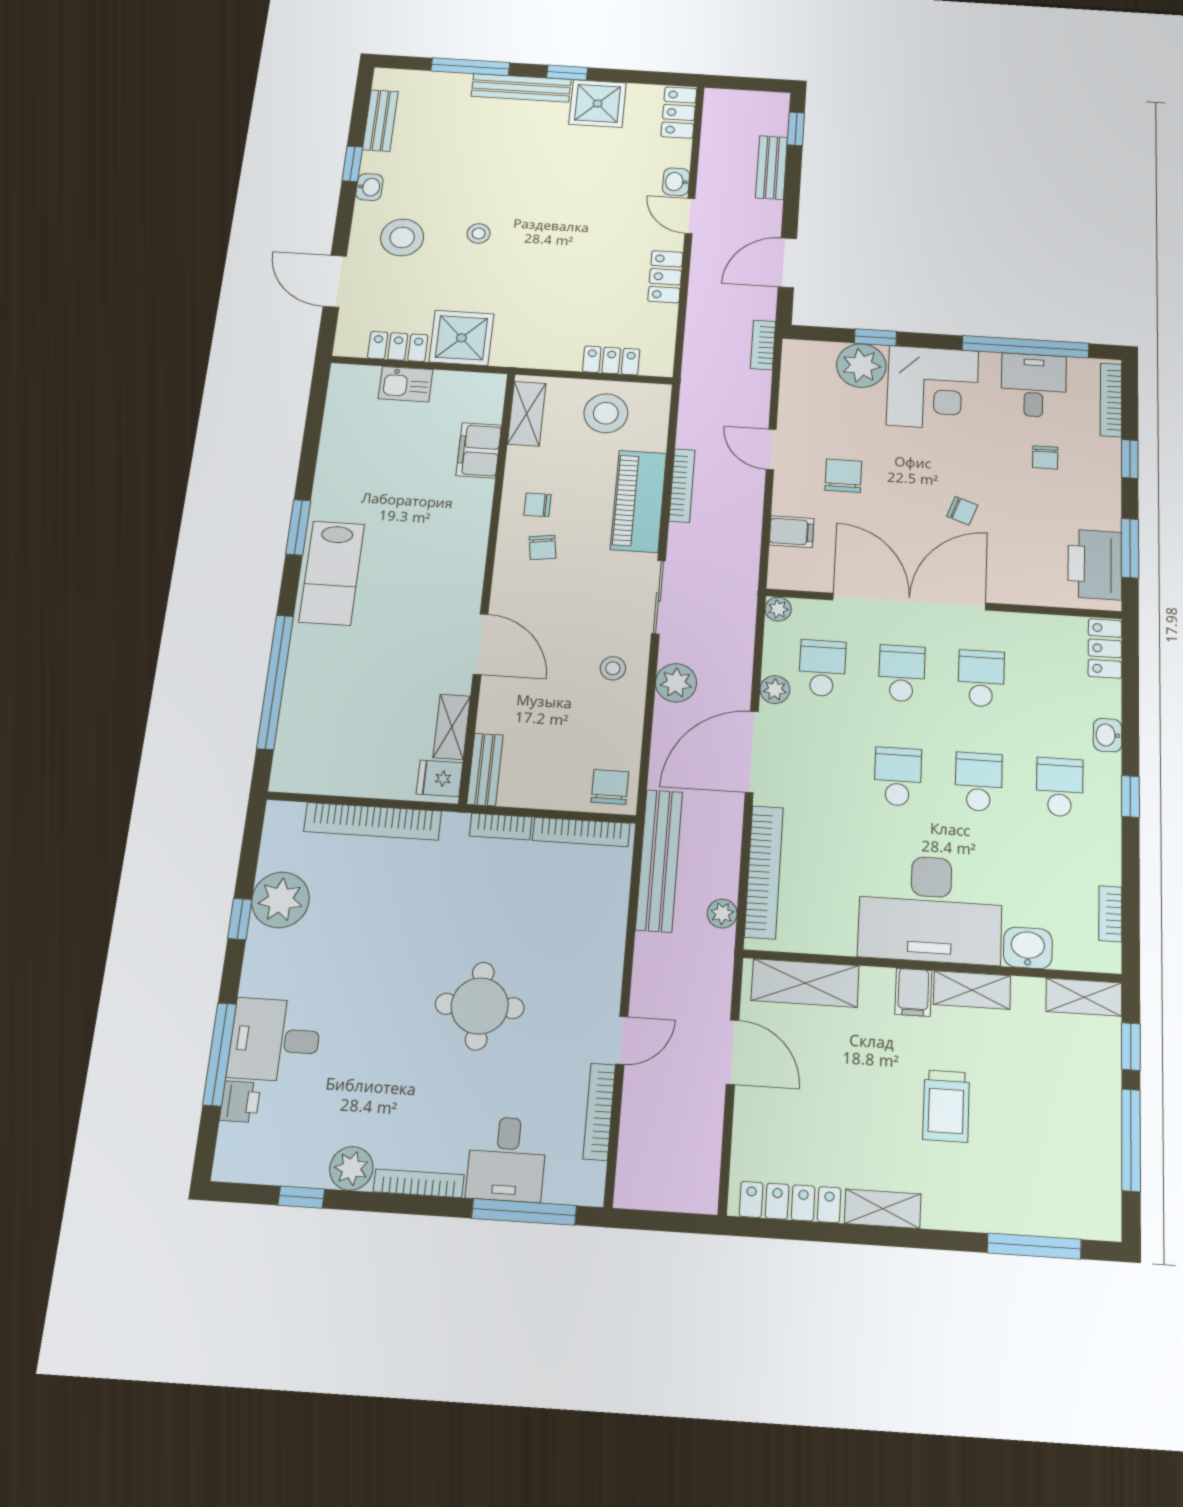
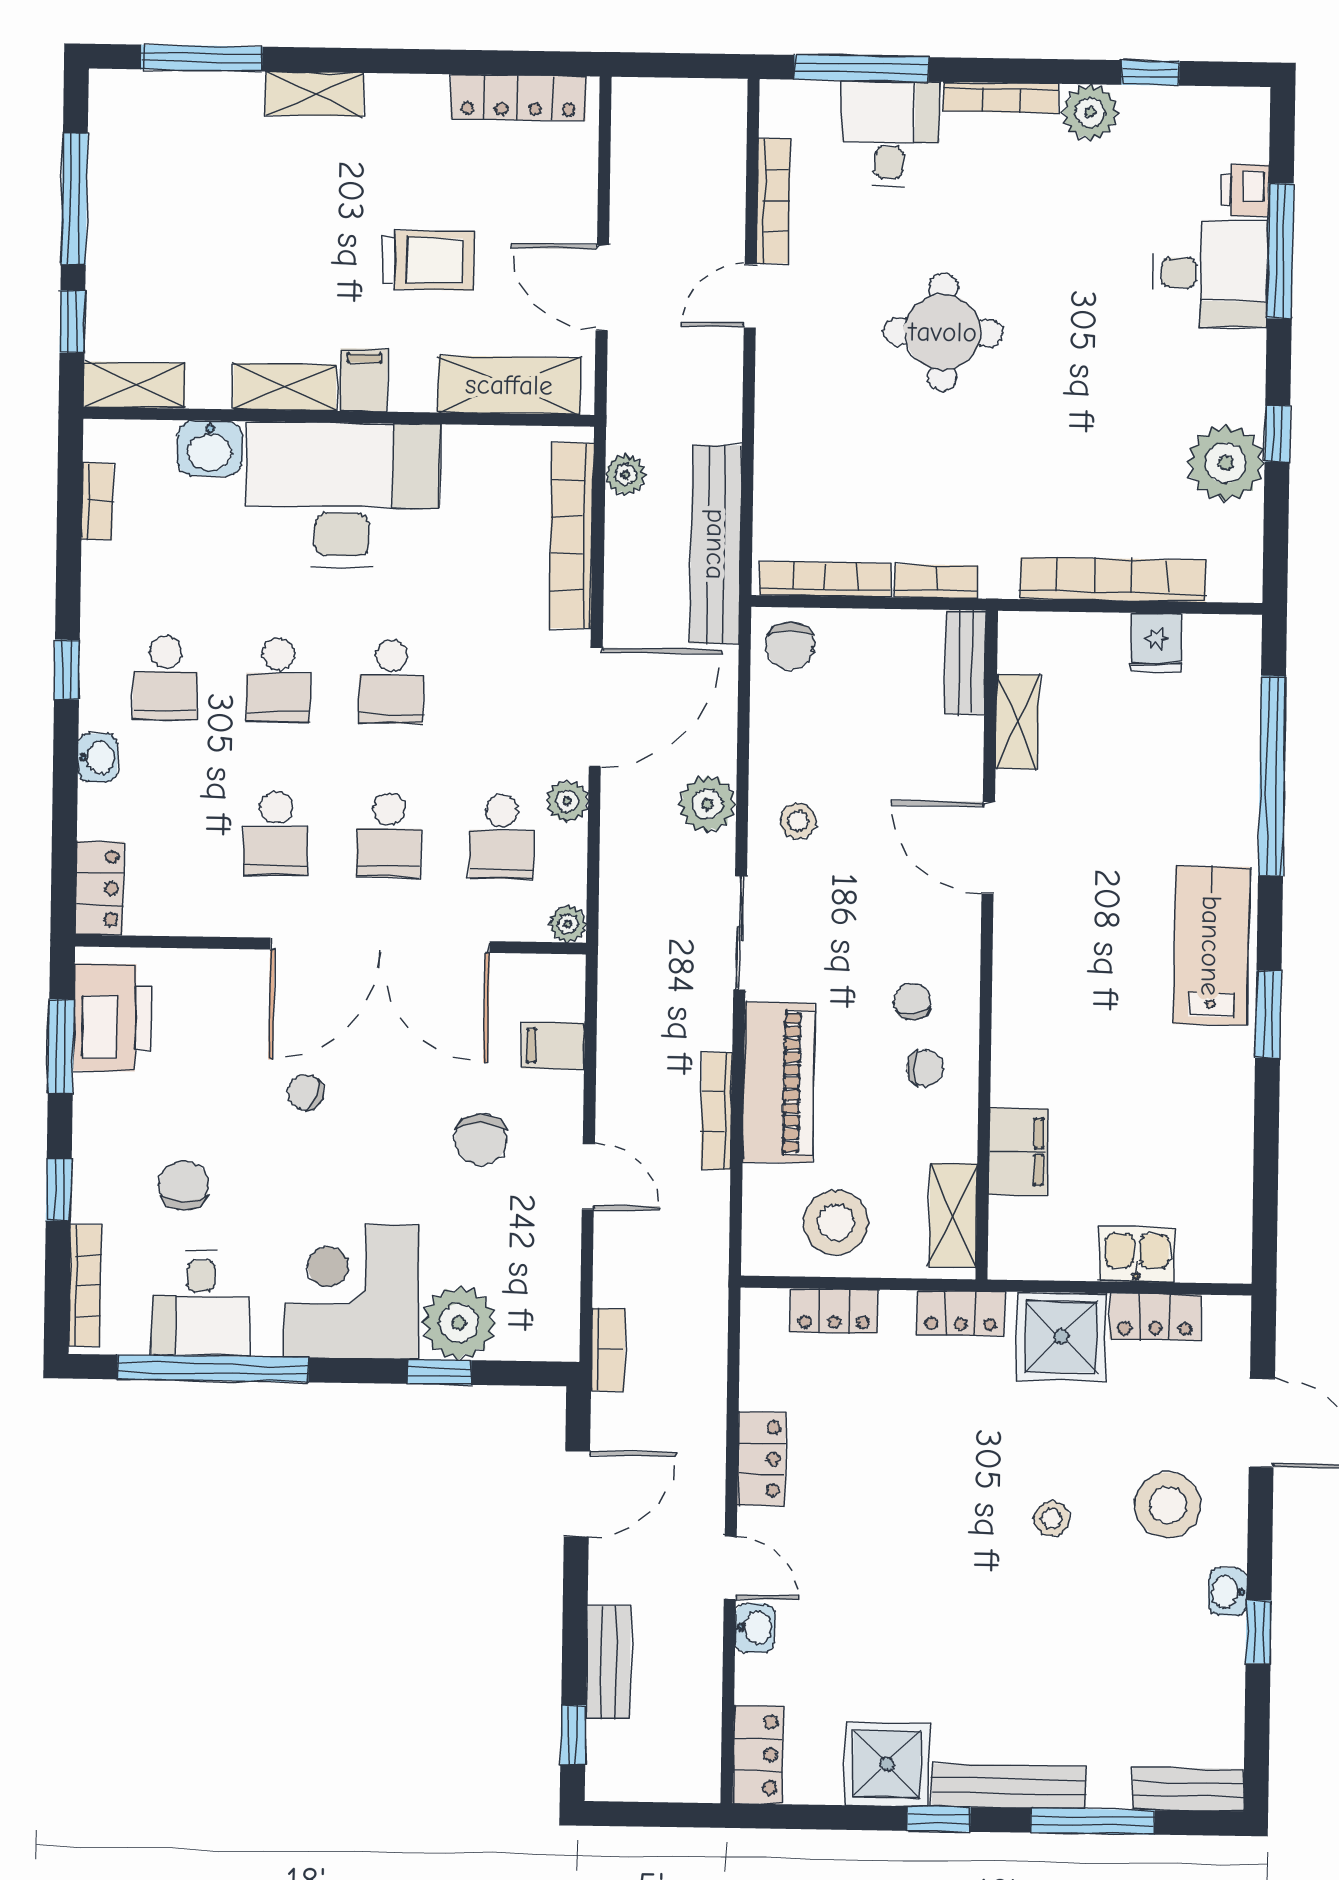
bench: (380, 121) -> (1188, 1789), moved, turned 90
locker: (527, 355) -> (961, 1313), added
chair: (1045, 457) -> (184, 1185), width x1.37, depth x1.37
fridge: (440, 778) -> (1156, 643), moved, turned 90
trolley: (946, 1106) -> (428, 260), moved, turned 90
shelving: (883, 1209) -> (314, 94), moved

